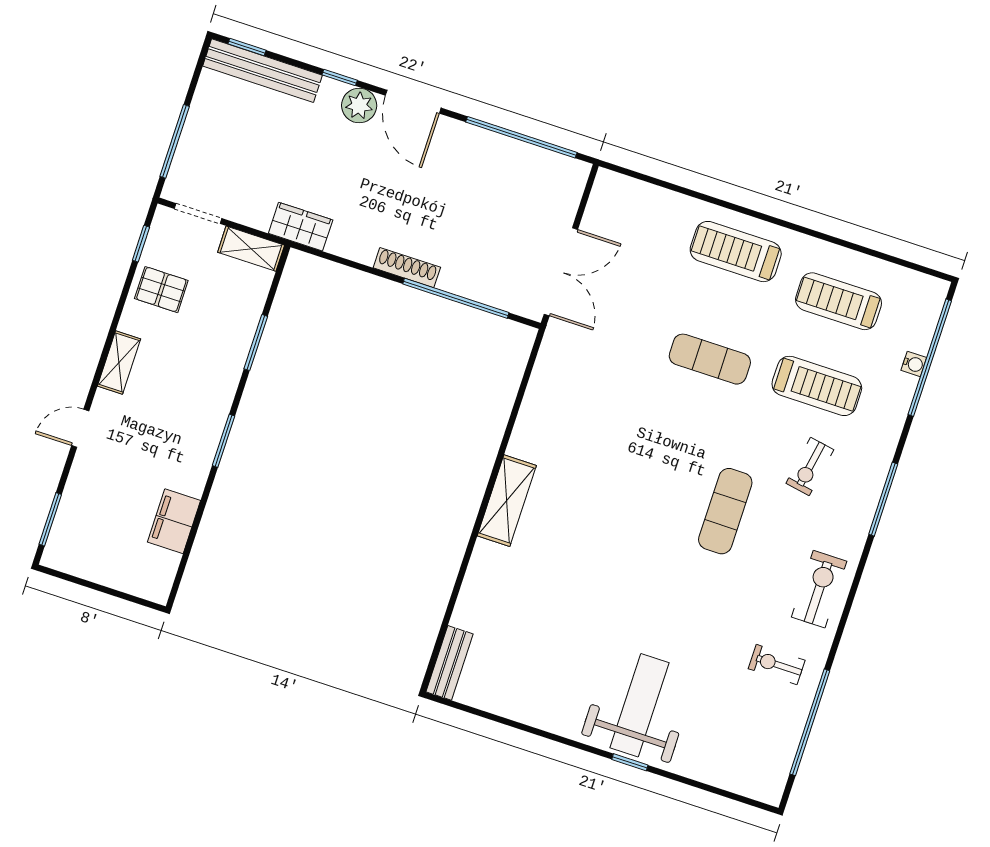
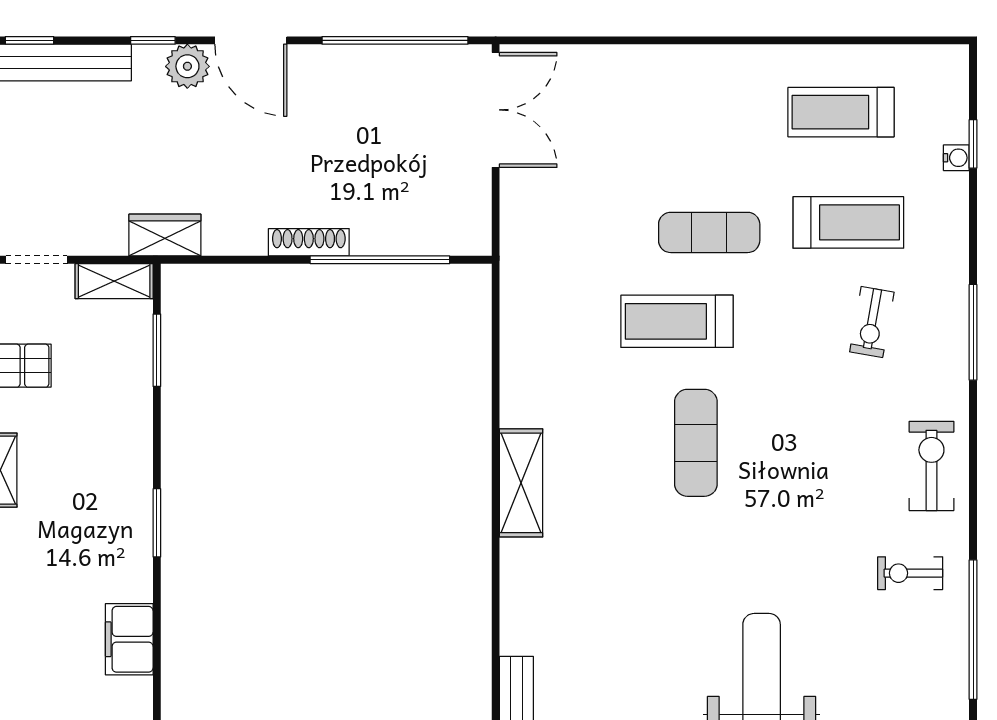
treadmill: (736, 252) -> (677, 321), moved
double door: (561, 272) -> (496, 110), moved
window: (256, 343) -> (157, 350), moved
window: (930, 358) -> (973, 144), width x0.32
exercise mat: (725, 511) -> (696, 443), moved

